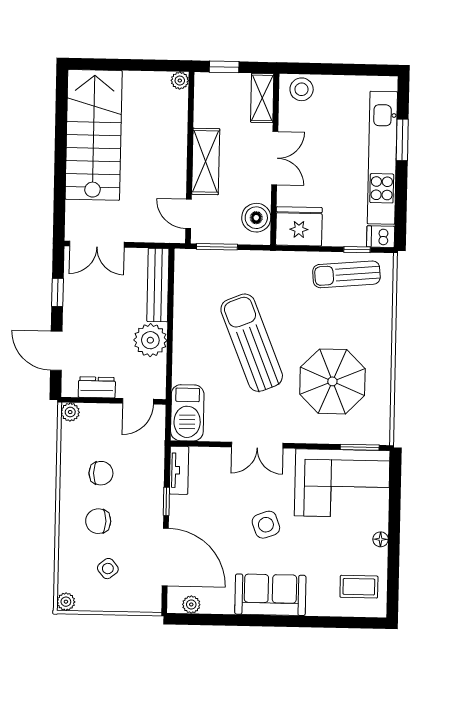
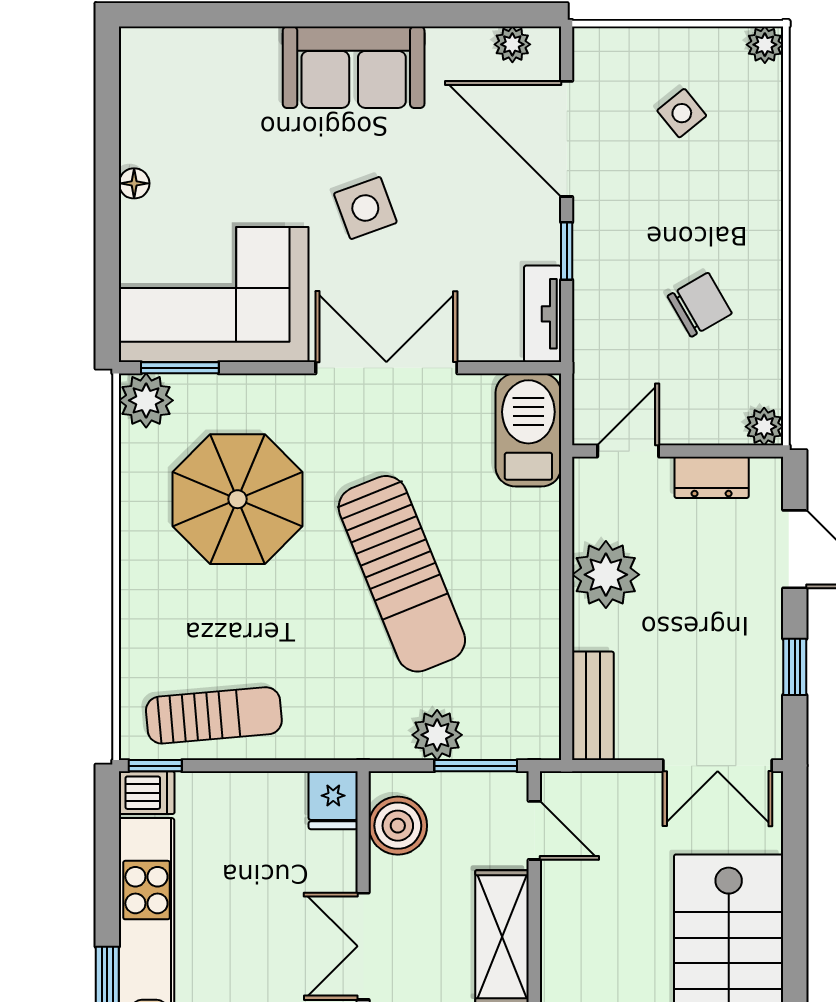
fridge: (299, 226) -> (333, 800), width x0.53, depth x0.75
double door: (97, 244) -> (718, 766), swing flipped
window: (357, 250) -> (155, 766), moved
plant: (236, 262) -> (437, 735), added
bench: (158, 285) -> (593, 706), width x0.73
plant: (377, 431) -> (146, 400), added
double door: (257, 445) -> (386, 368), width x1.37
chair: (101, 473) -> (700, 305), turned 150
chair: (98, 521) -> (703, 208), removed
coffee table: (359, 587) -> (176, 87), removed

